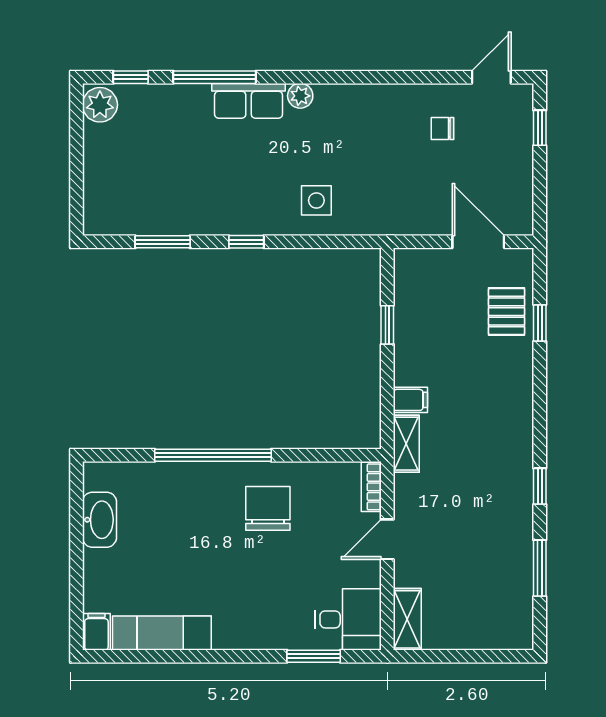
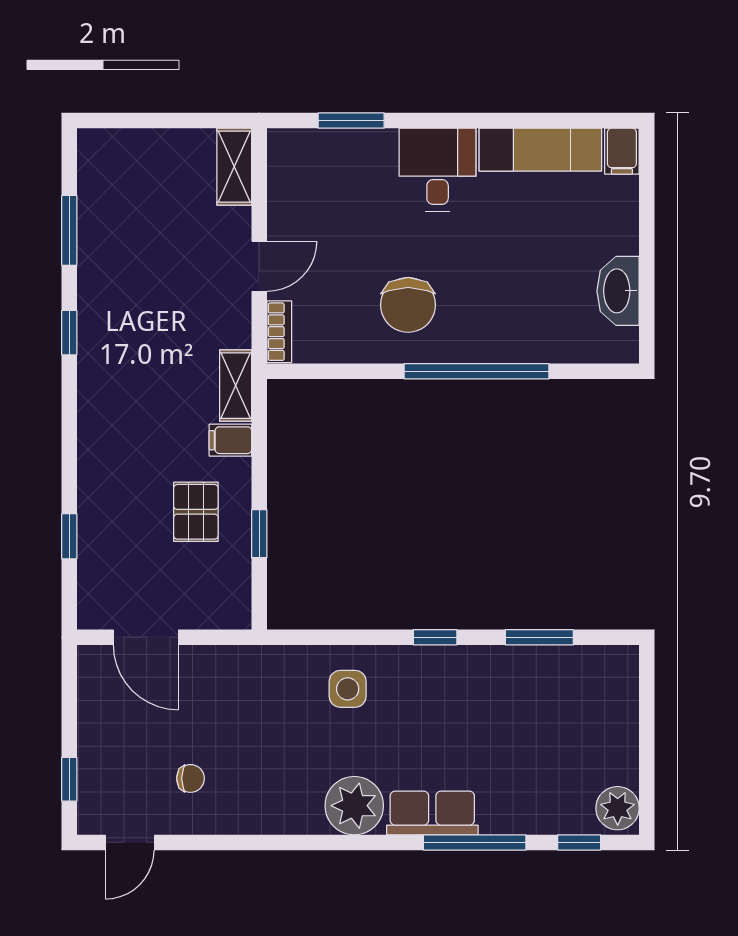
plant: (300, 96) -> (354, 806), width x1.88, depth x1.88
pallet: (507, 312) -> (196, 512), moved
desk: (348, 619) -> (438, 170), moved, turned 90

